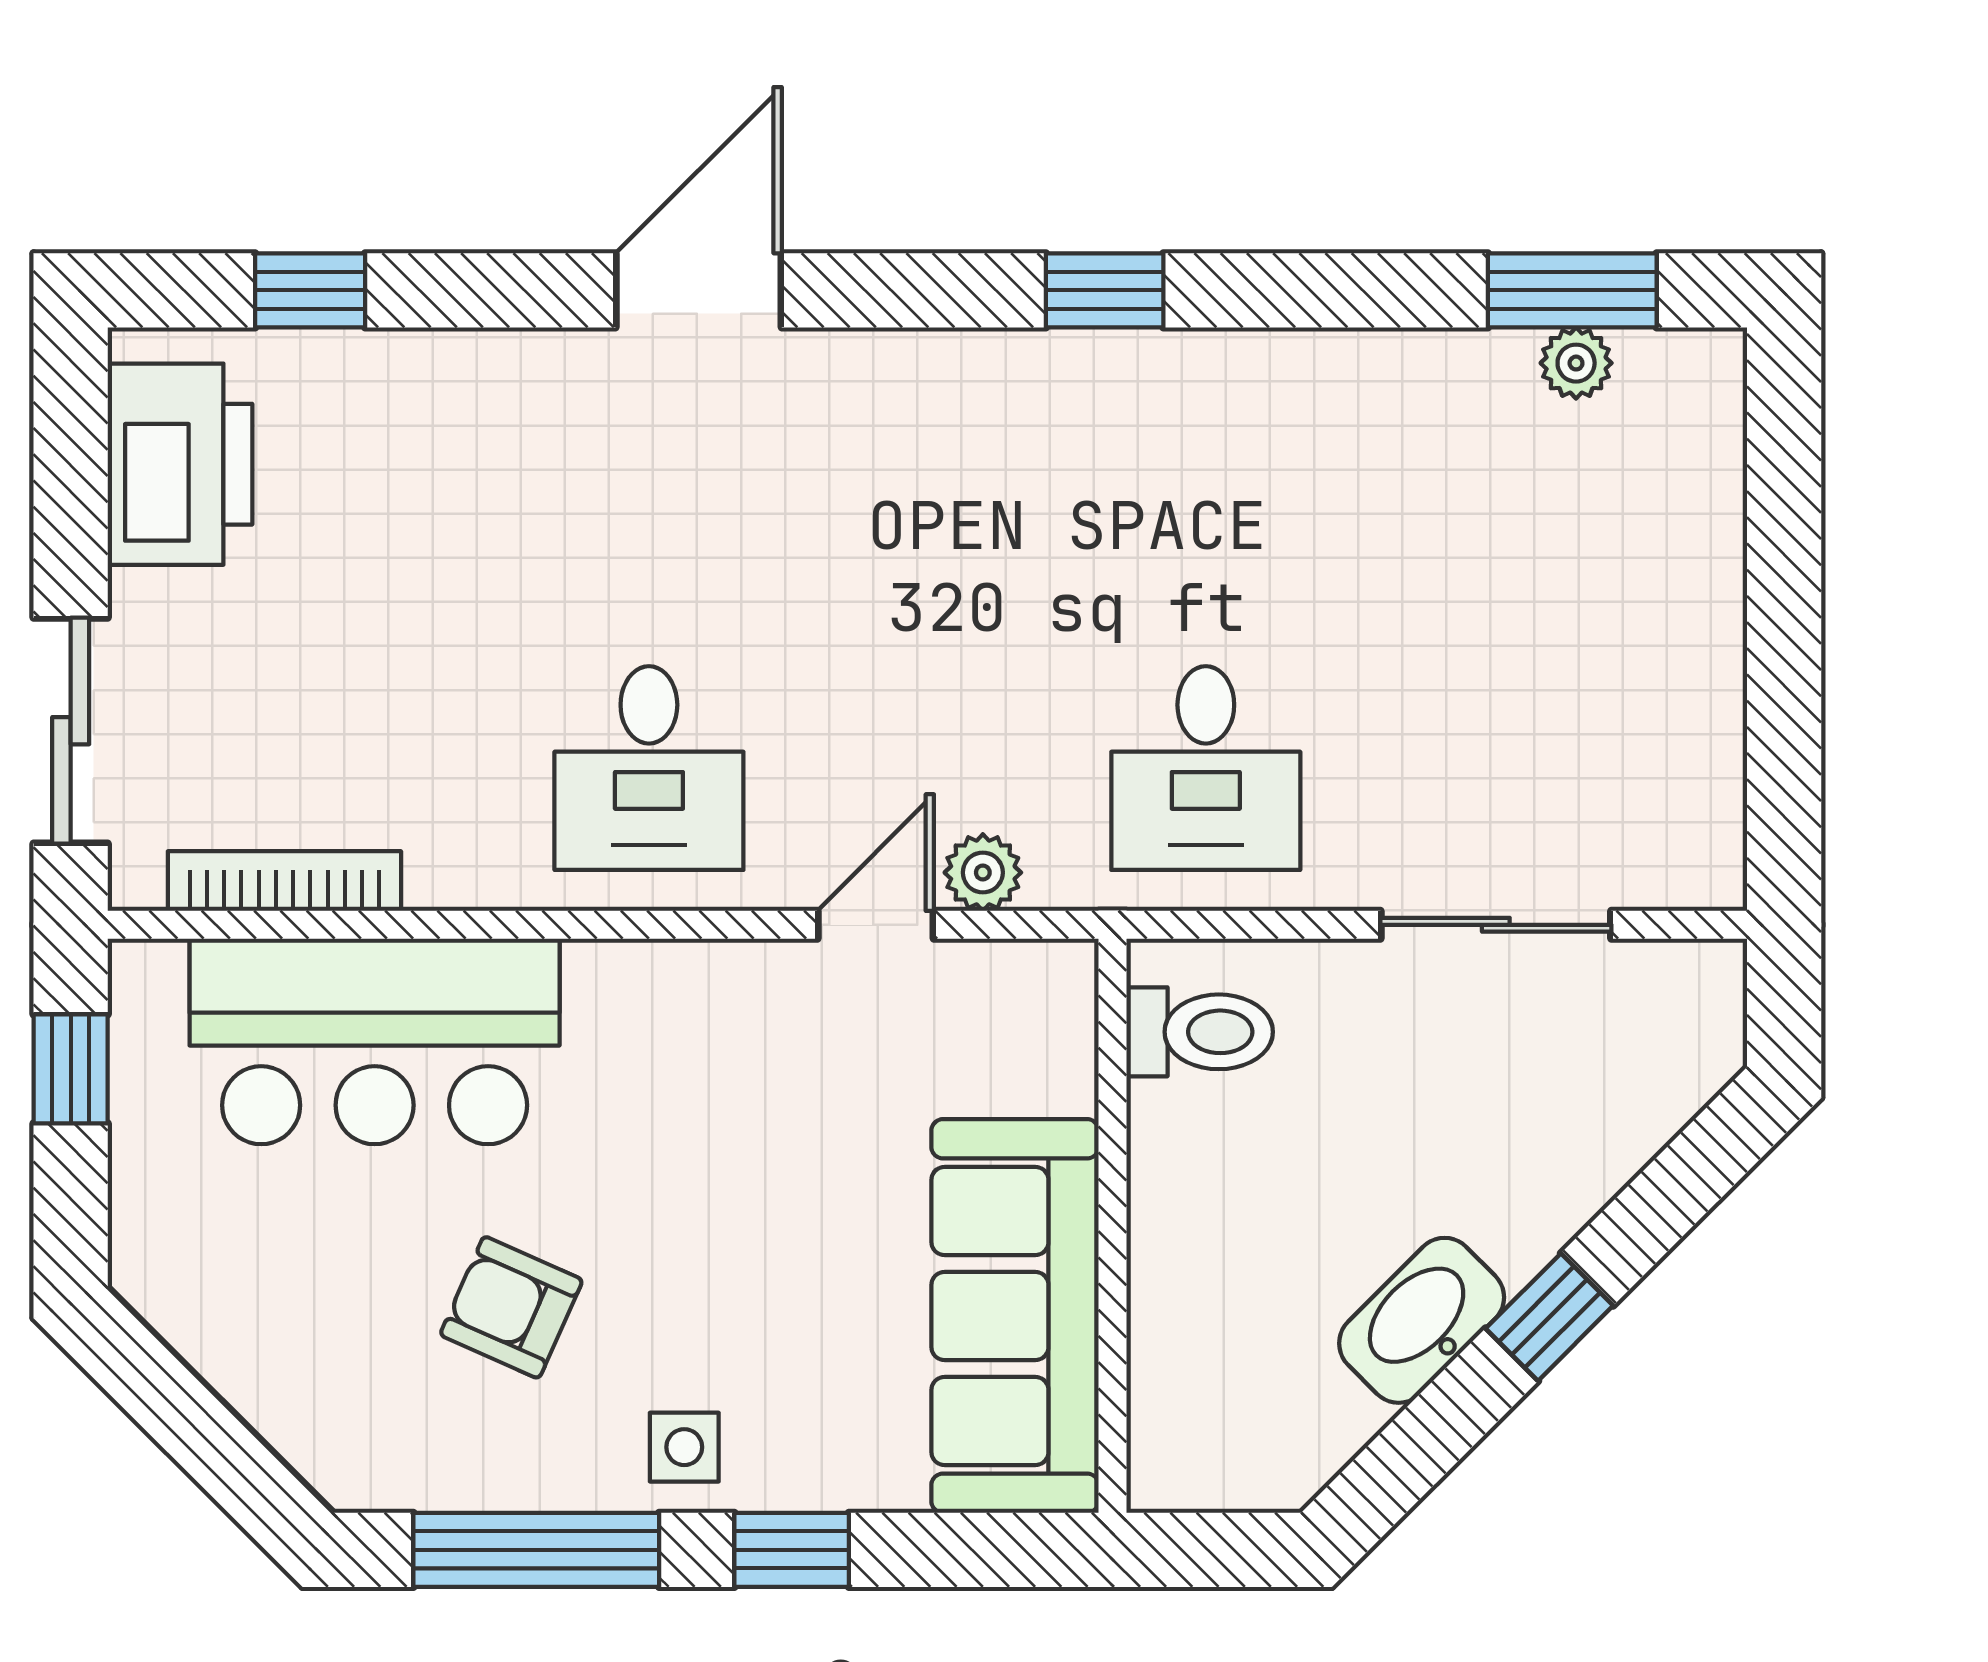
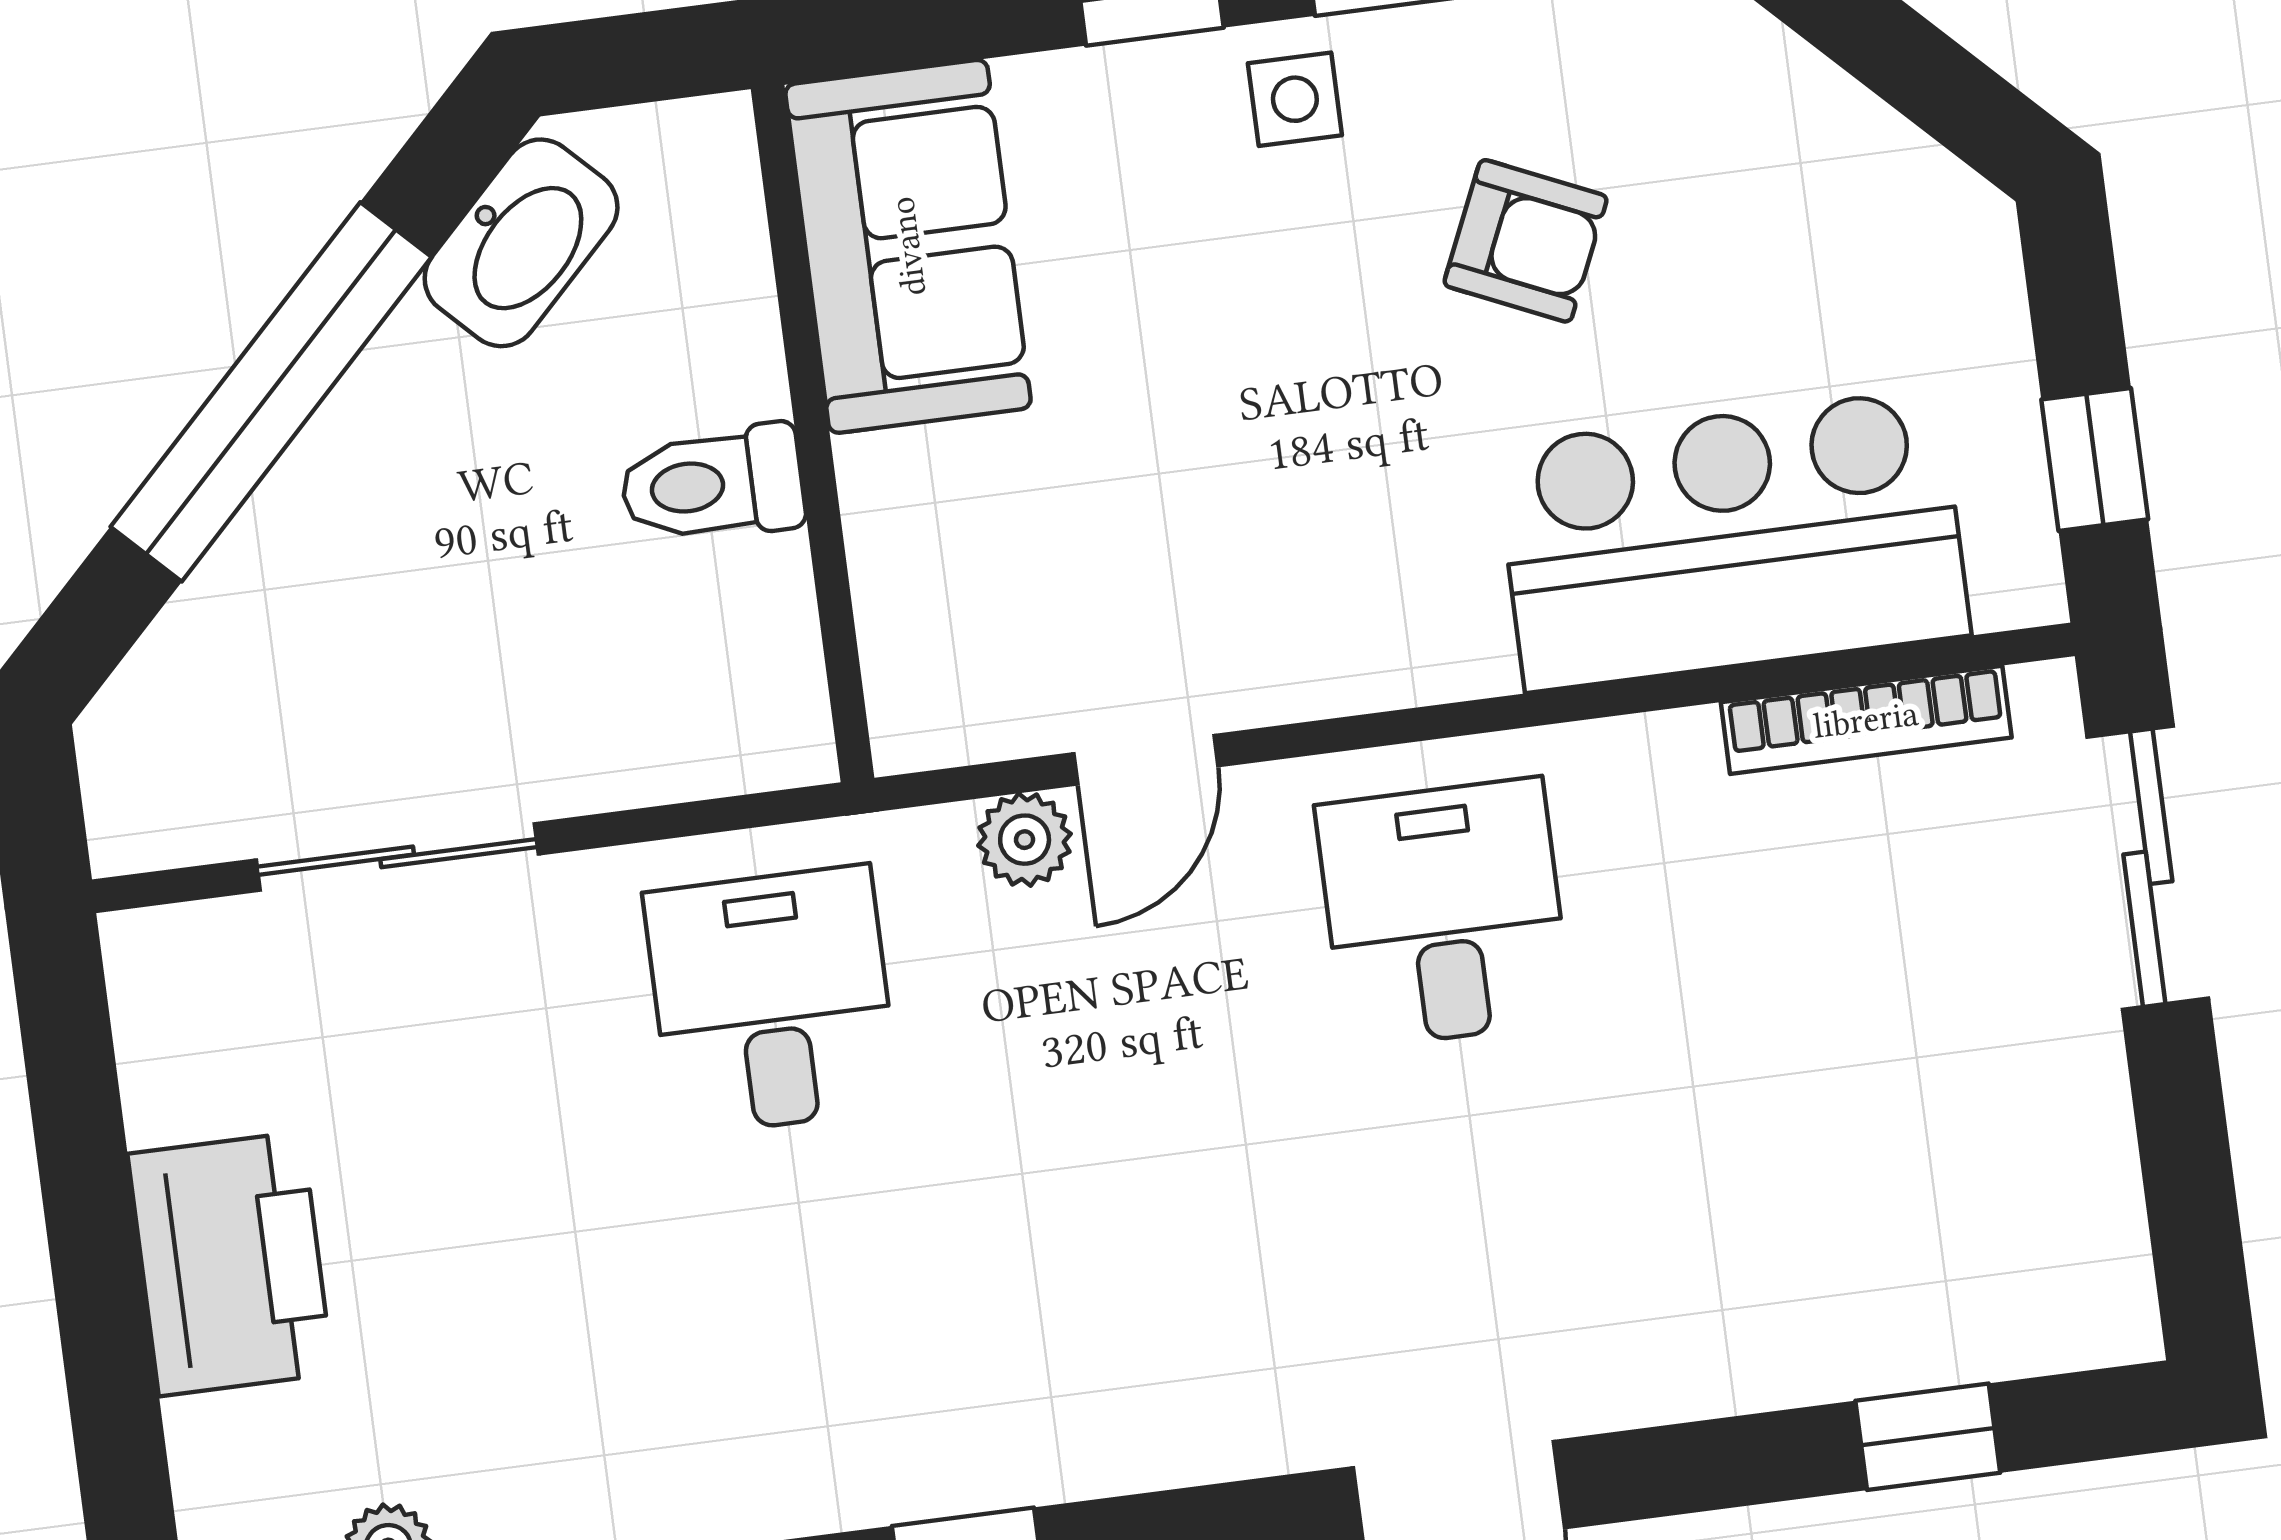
printer: (180, 464) -> (230, 1264), moved, turned 180
toilet: (1200, 1032) -> (712, 484), moved
sofa: (1015, 1316) -> (908, 246), width x0.73
window: (1549, 1317) -> (271, 392), width x3.17
washbasin: (1422, 1320) -> (521, 243), moved

